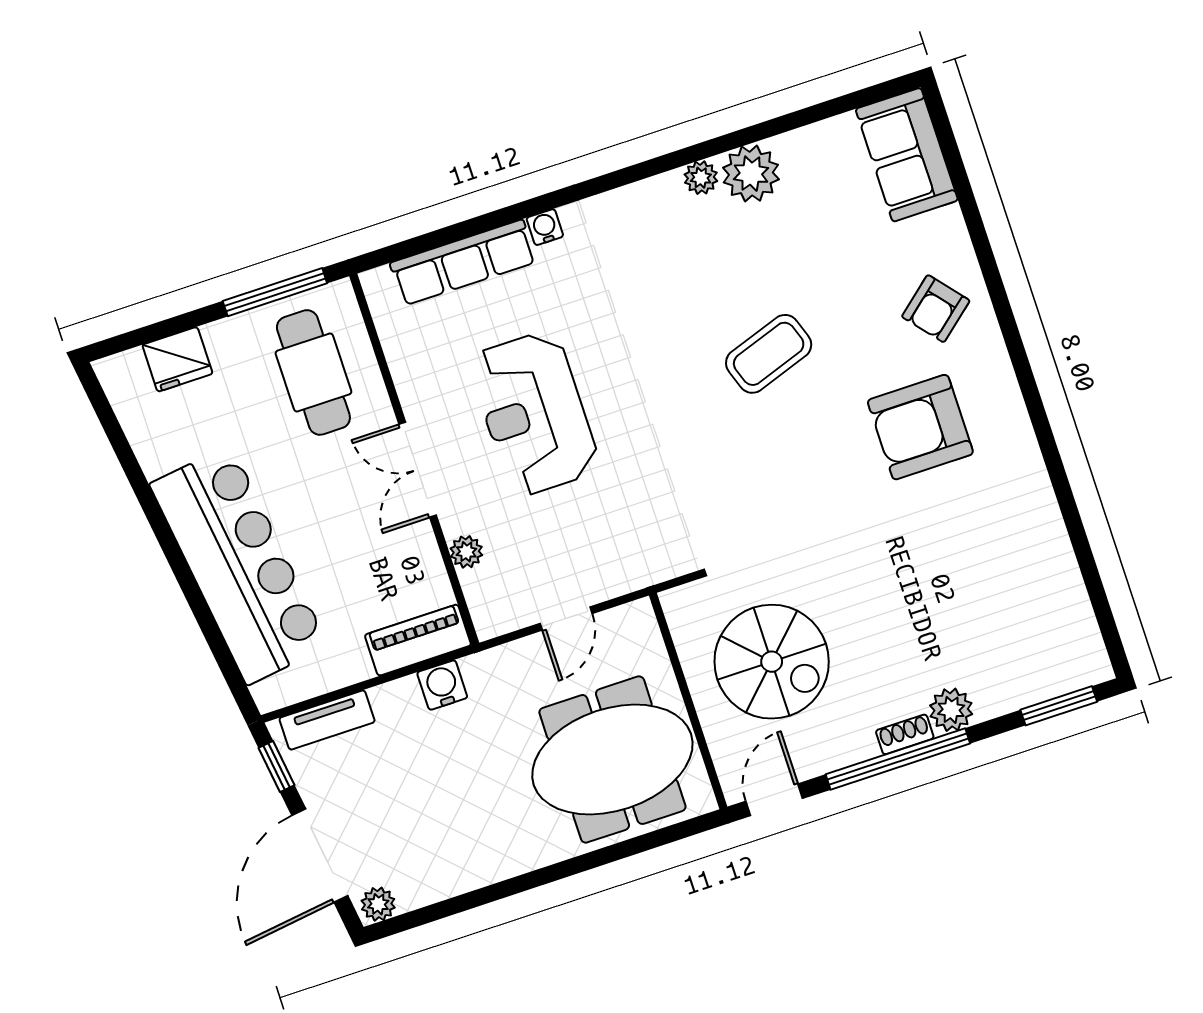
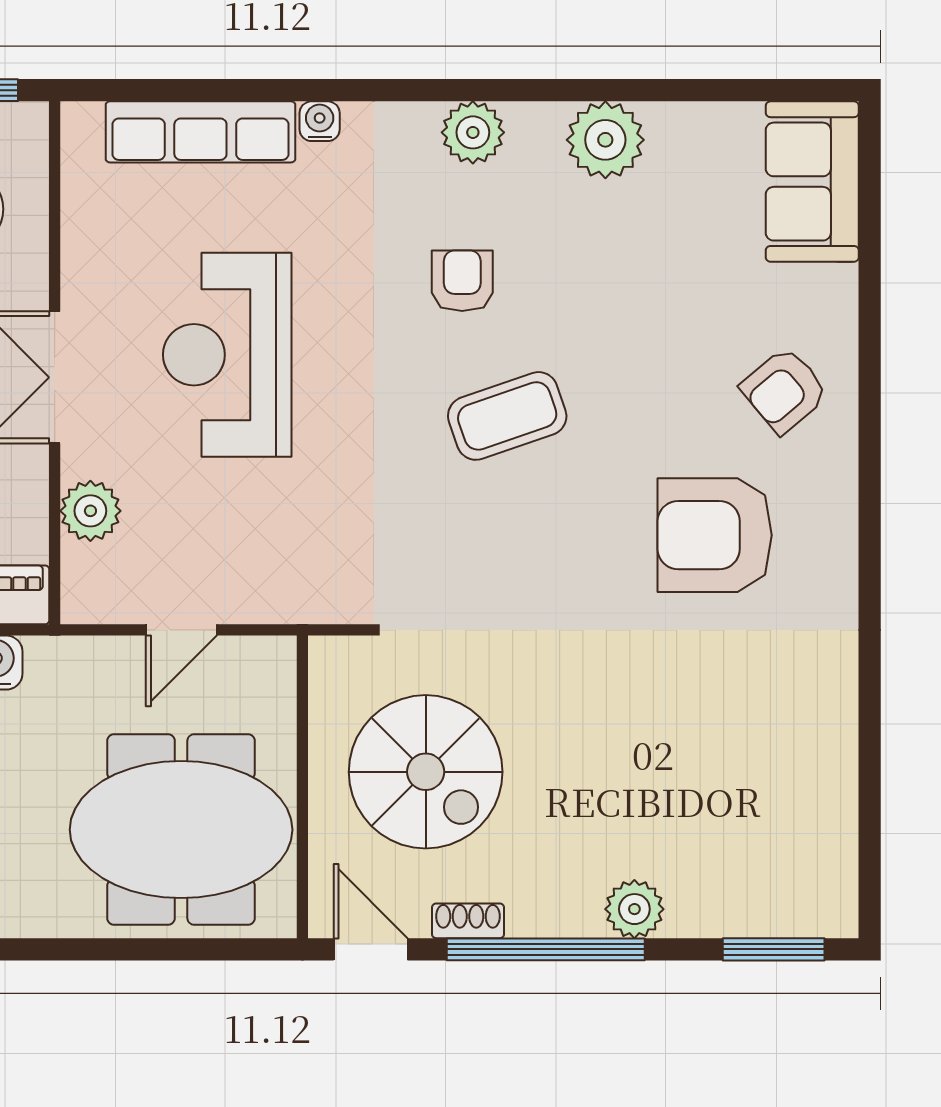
plant: (701, 178) -> (473, 132), moved, width x1.38, depth x1.38
armchair: (683, 306) -> (462, 281), added
coffee table: (769, 354) -> (507, 416), moved
plant: (466, 552) -> (90, 511), width x1.38, depth x1.38
shoe rack: (905, 734) -> (468, 921), moved
door: (774, 800) -> (371, 949), hinge flipped

